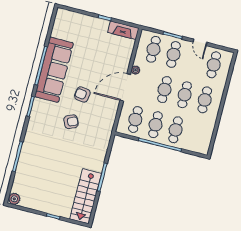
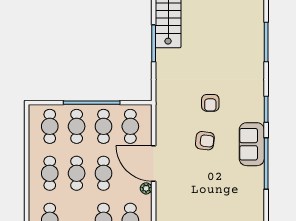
sofa: (54, 70) -> (252, 144), width x0.54, depth x0.79
door: (125, 87) -> (154, 163), swing flipped
armchair: (71, 122) -> (210, 103), turned -66
cafe table: (196, 135) -> (50, 126), added

